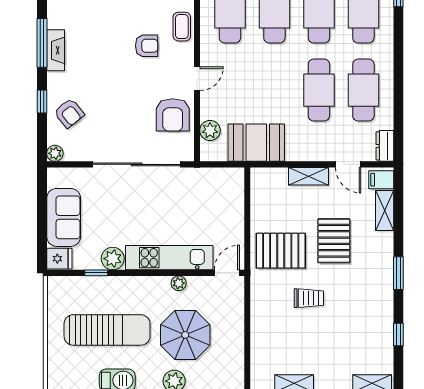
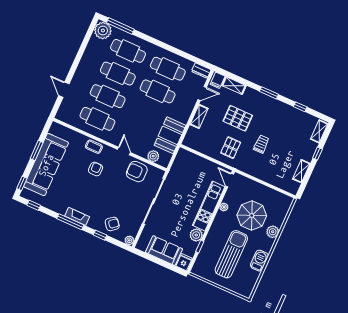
armchair: (173, 115) -> (137, 172), turned 180
pallet: (281, 251) -> (231, 148), width x0.67, depth x0.71

